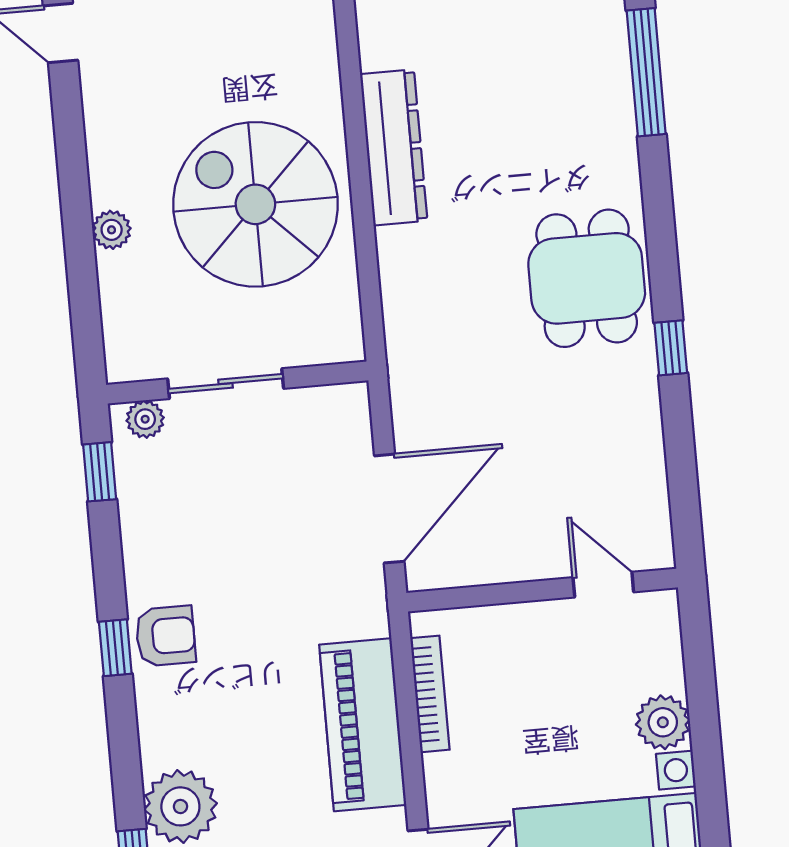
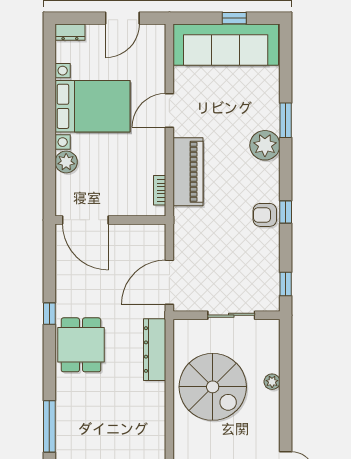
dresser: (394, 147) -> (155, 350), moved
plant: (145, 419) -> (265, 304), removed
door: (389, 509) -> (169, 282), moved
door: (603, 585) -> (85, 220), width x1.88
bookcase: (430, 694) -> (160, 190), width x0.64

